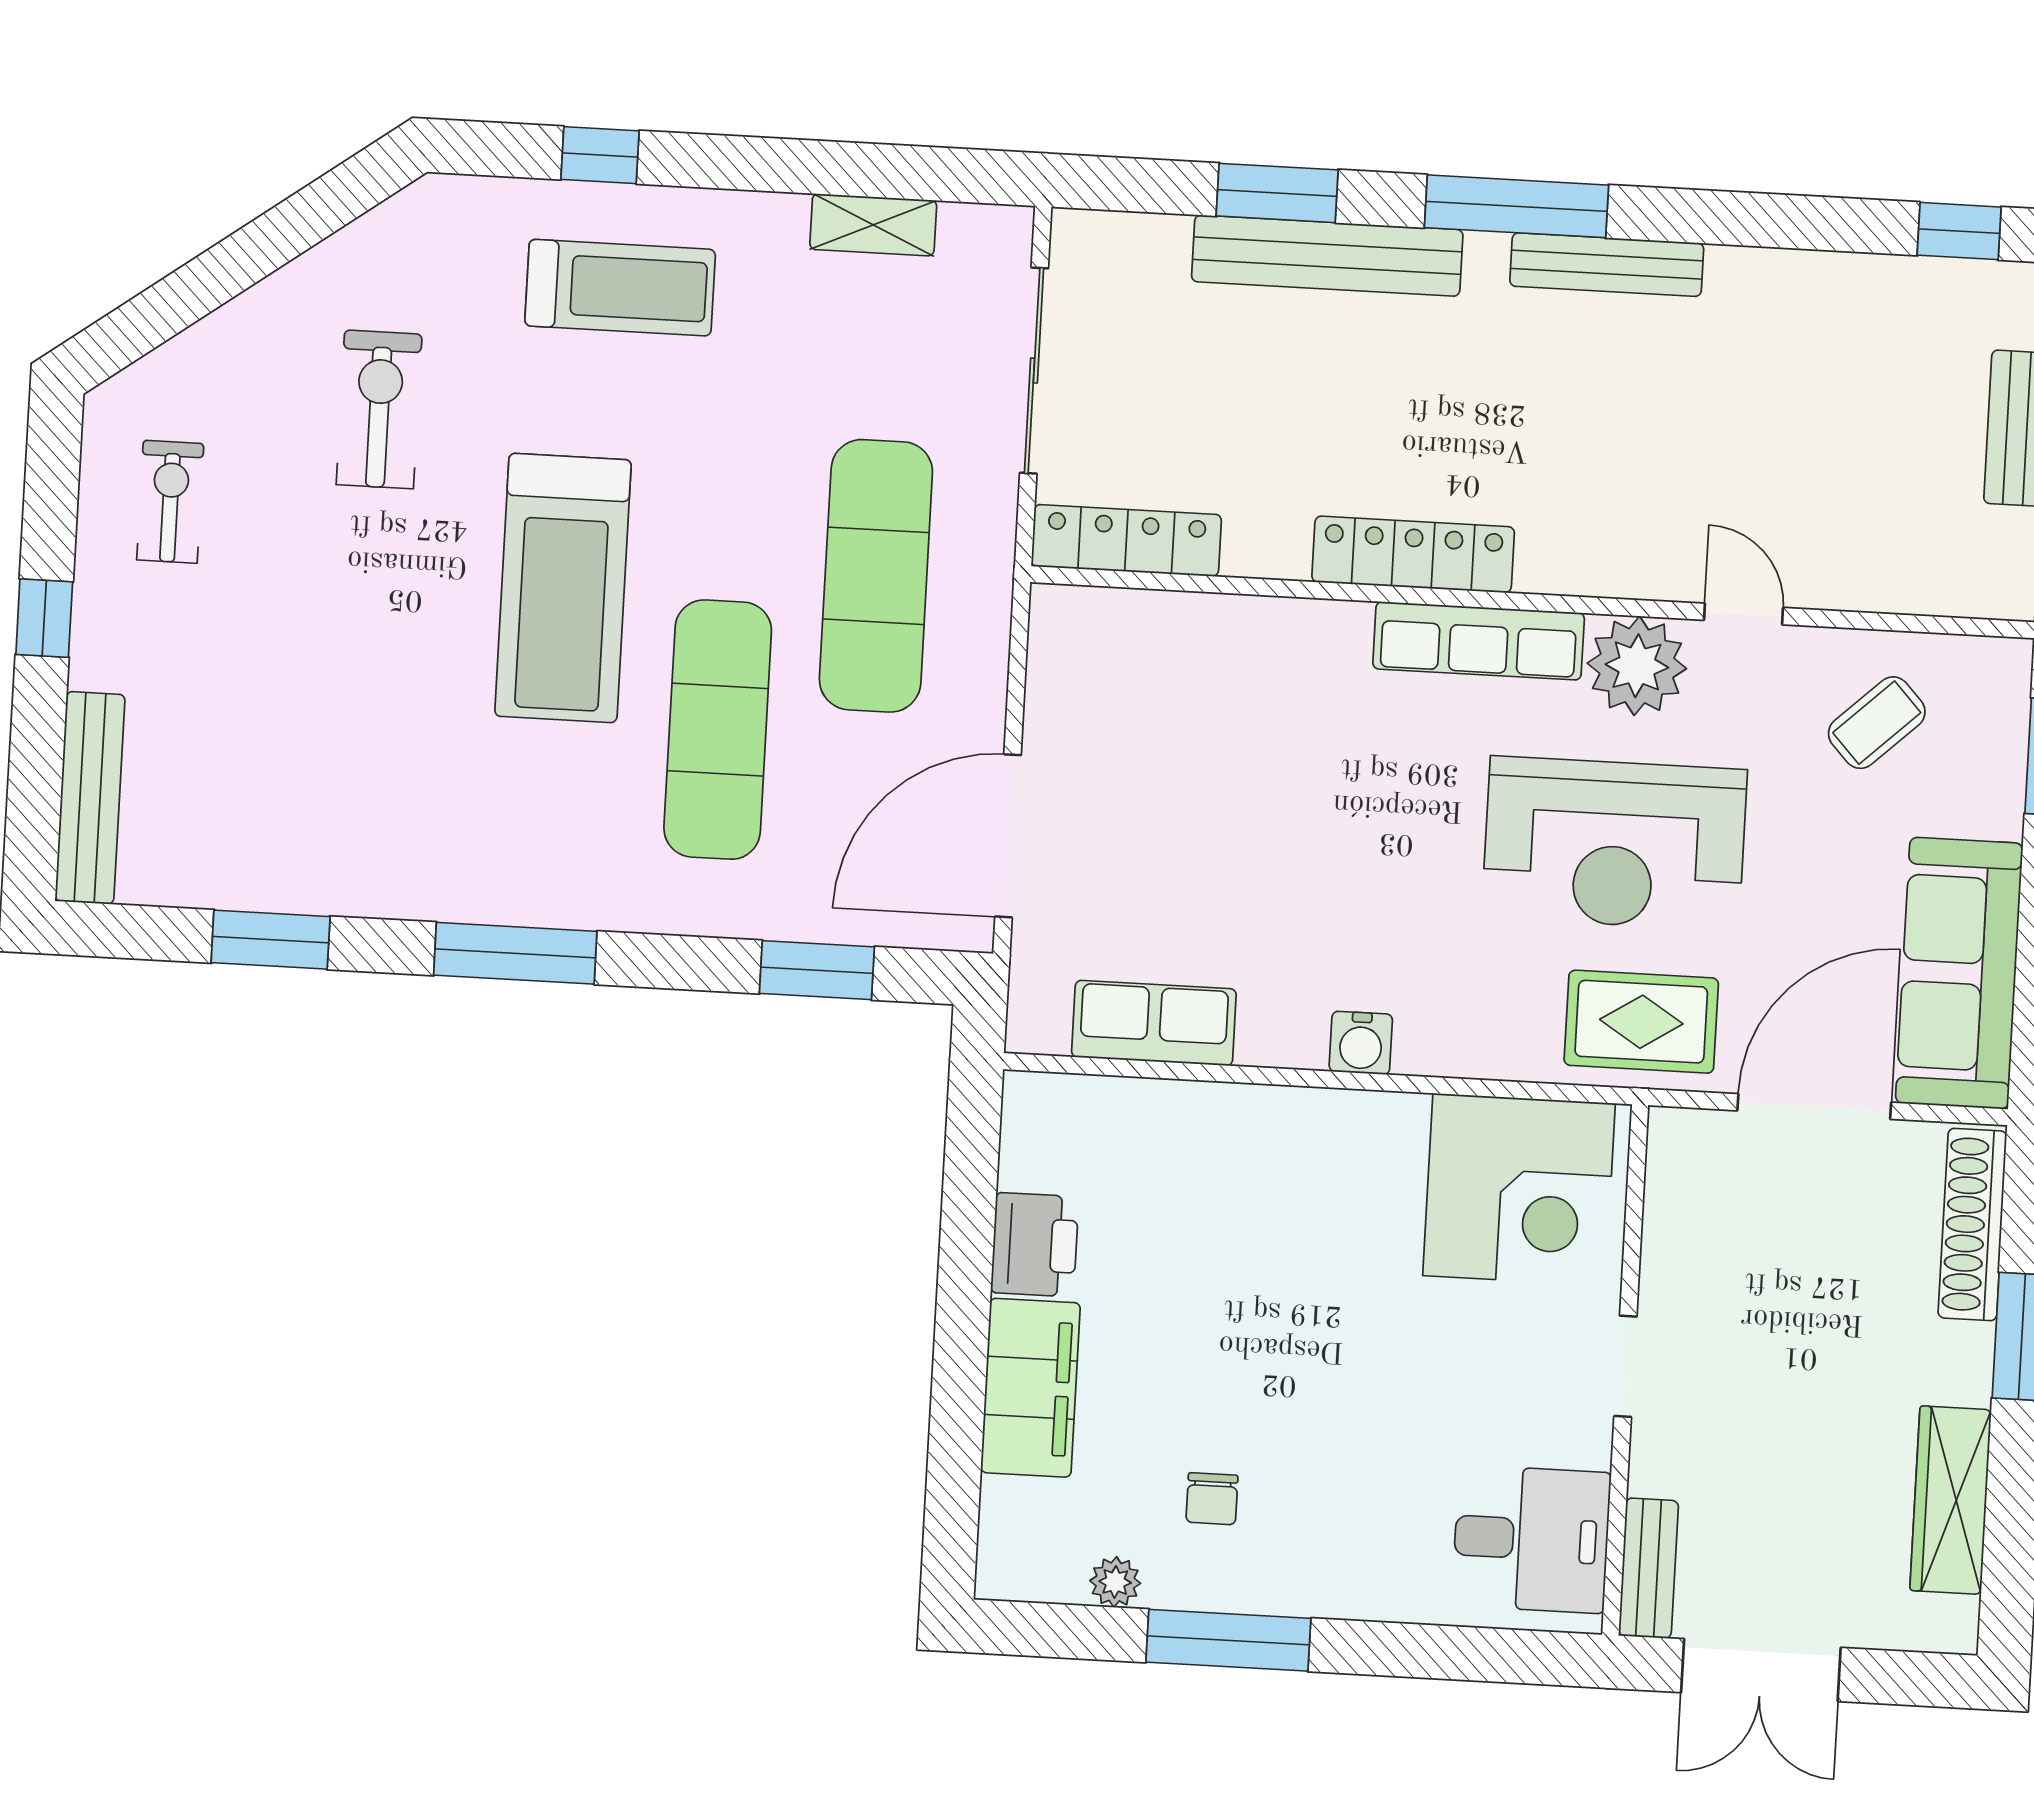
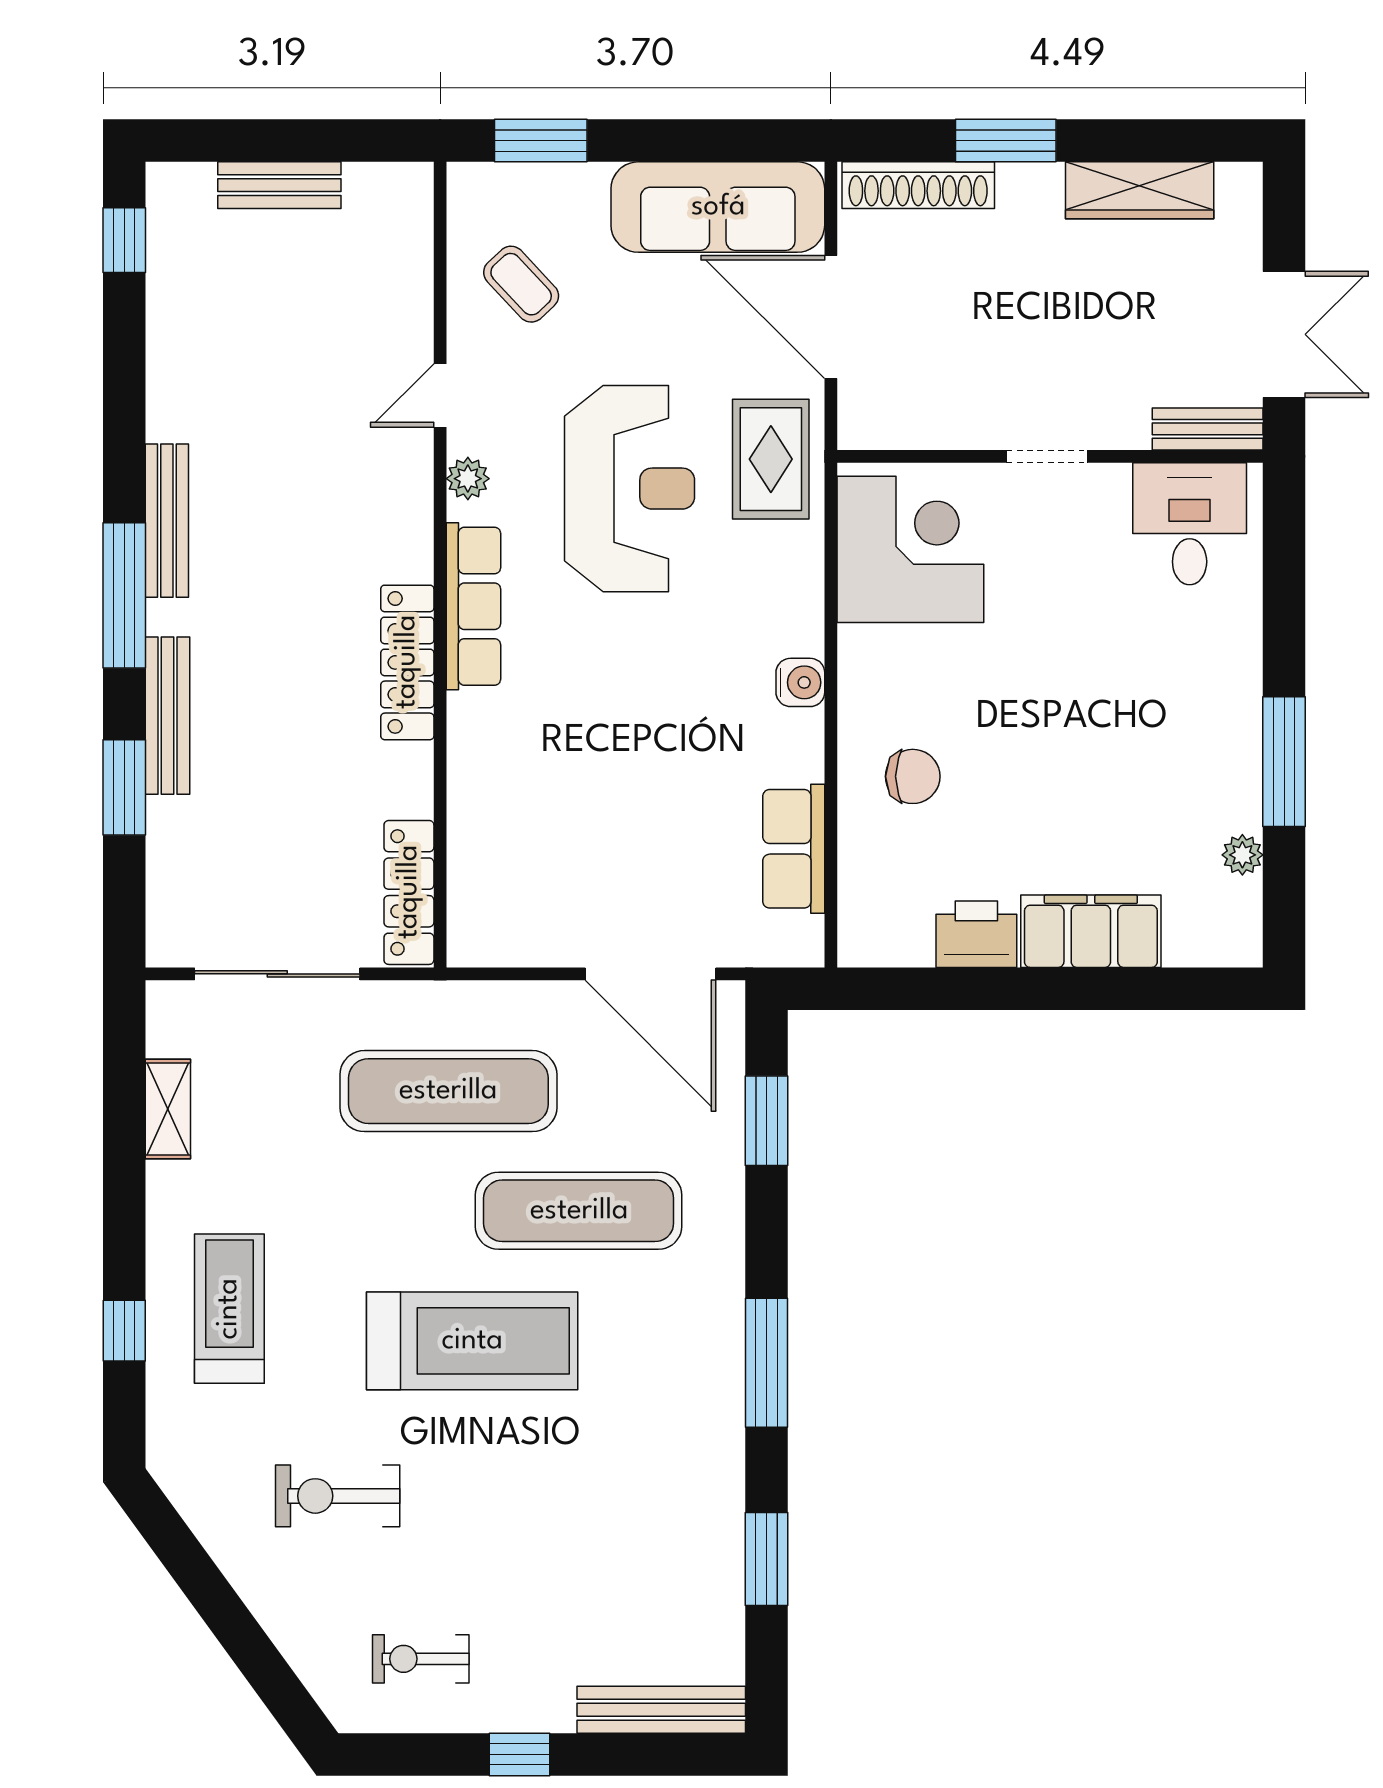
bench: (1327, 256) -> (167, 716), width x0.73, depth x0.82
plant: (1637, 666) -> (468, 479), width x0.53, depth x0.53
chair: (1212, 1499) -> (913, 776), moved, width x1.37, depth x1.37

